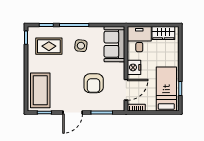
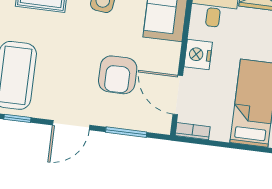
door: (126, 90) -> (178, 95), swing flipped

